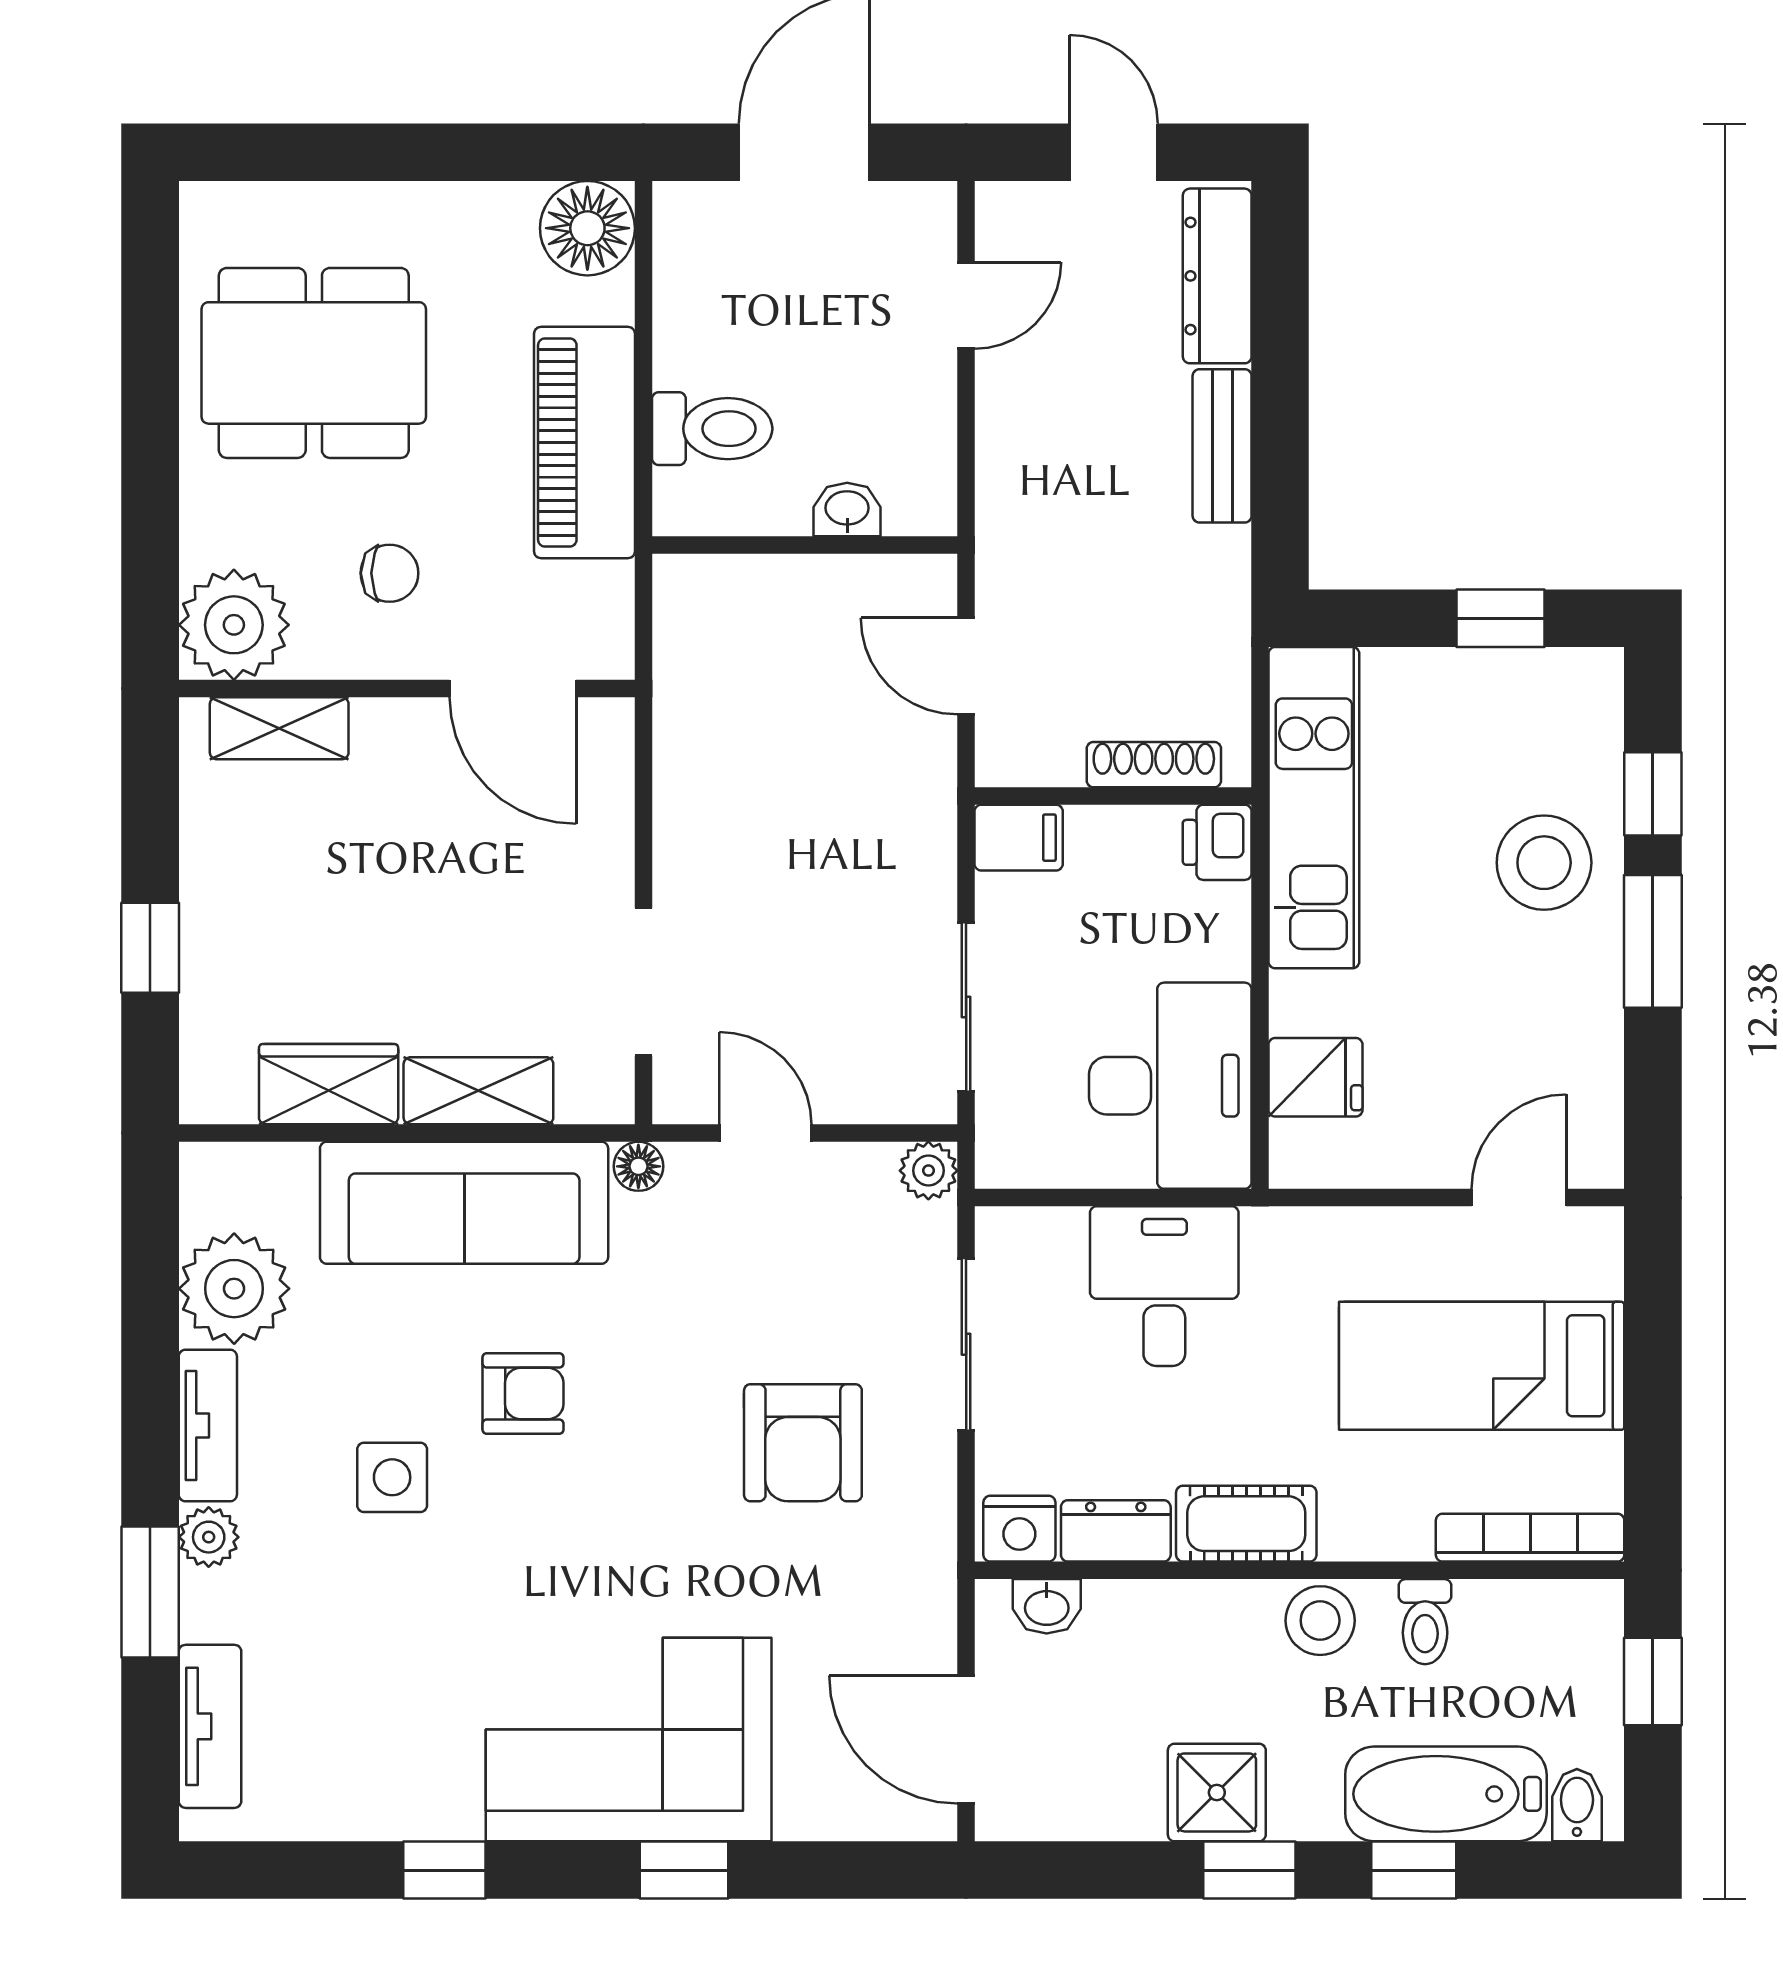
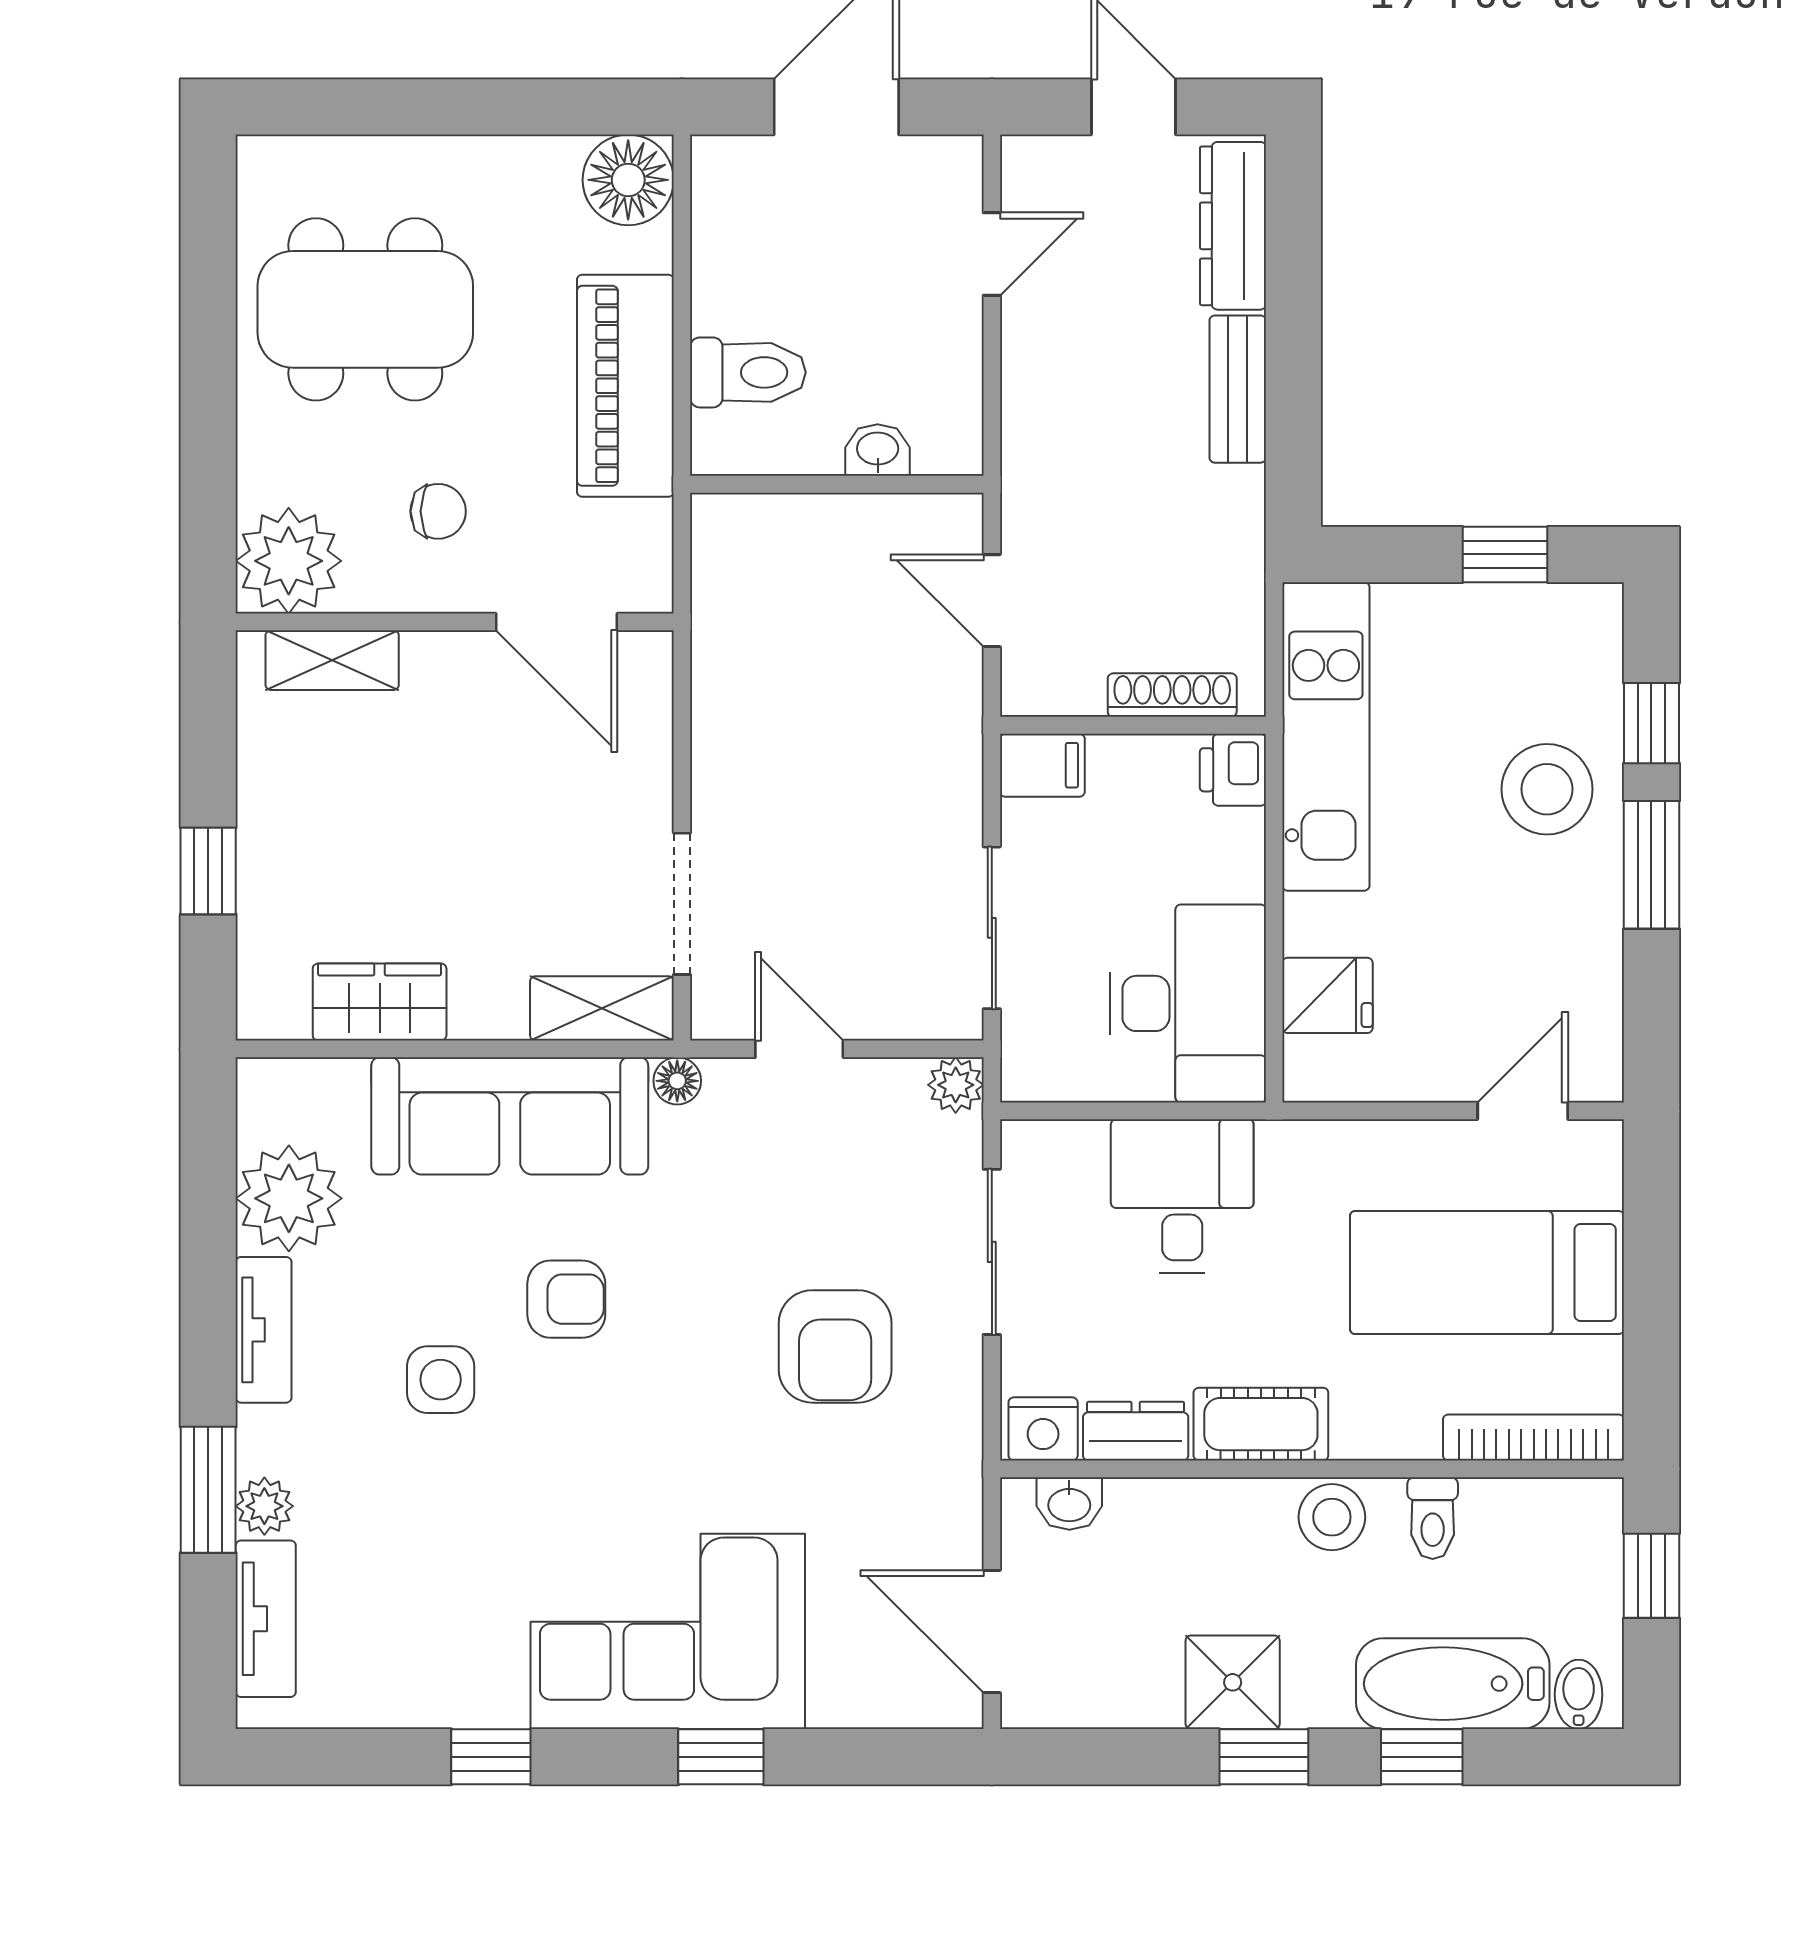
shelving: (478, 1091) -> (602, 1008), moved
plant: (209, 1537) -> (264, 1506), moved

